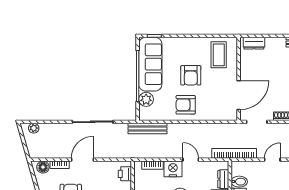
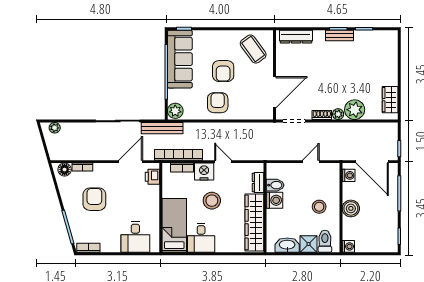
dresser: (254, 43) -> (296, 37), width x1.44
coffee table: (219, 55) -> (253, 49), turned -36
plant: (146, 99) -> (175, 111), moved
armchair: (186, 105) -> (218, 103), turned 90
bench: (148, 129) -> (162, 128), moved
bookcase: (234, 153) -> (179, 155), moved
door: (82, 160) -> (131, 162), moved

